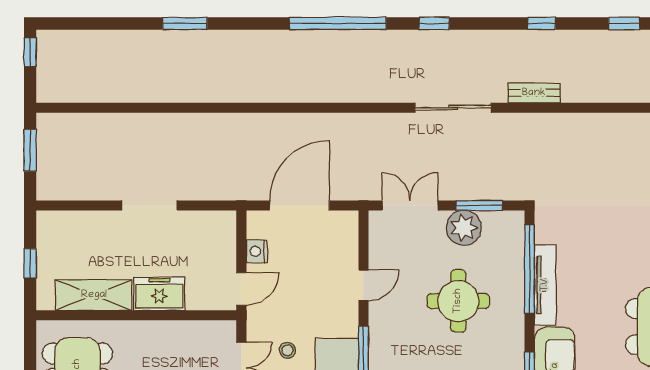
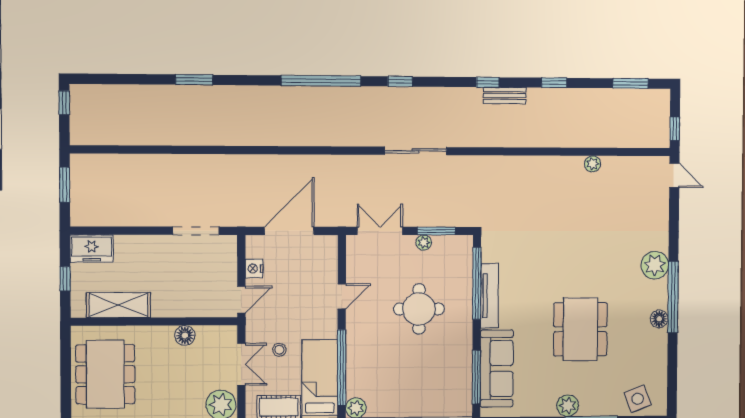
bench: (534, 93) -> (505, 96), moved
doorway: (149, 205) -> (196, 231), moved
plant: (464, 228) -> (424, 243), width x0.53, depth x0.53
freezer: (159, 294) -> (92, 249), moved, turned 180
floor lamp: (173, 332) -> (185, 335), added

